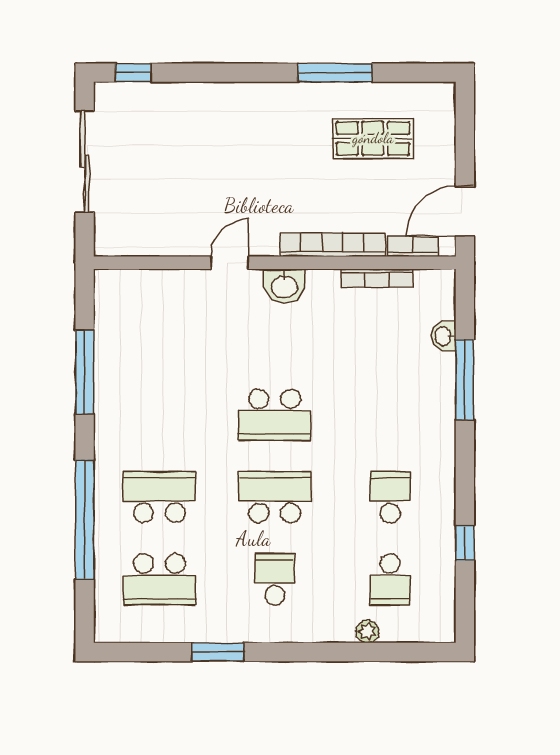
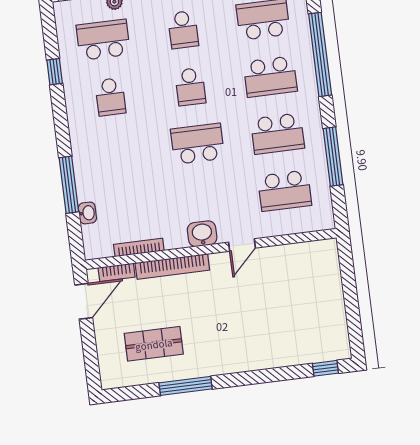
sliding door: (85, 161) -> (351, 303), removed
school desk: (159, 332) -> (285, 191), added
school desk: (159, 415) -> (277, 134), added
school desk: (275, 497) -> (190, 87), width x0.54
school desk: (390, 579) -> (103, 40), width x1.85

